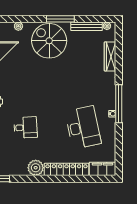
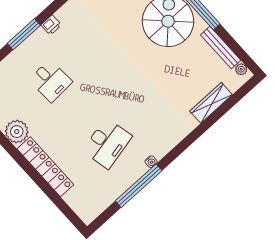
window: (119, 104) -> (139, 186), moved
desk: (83, 127) -> (107, 143), width x0.73, depth x0.77
filing cabinet: (102, 169) -> (81, 205), removed

